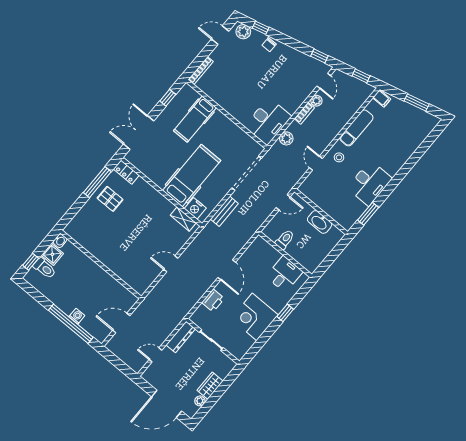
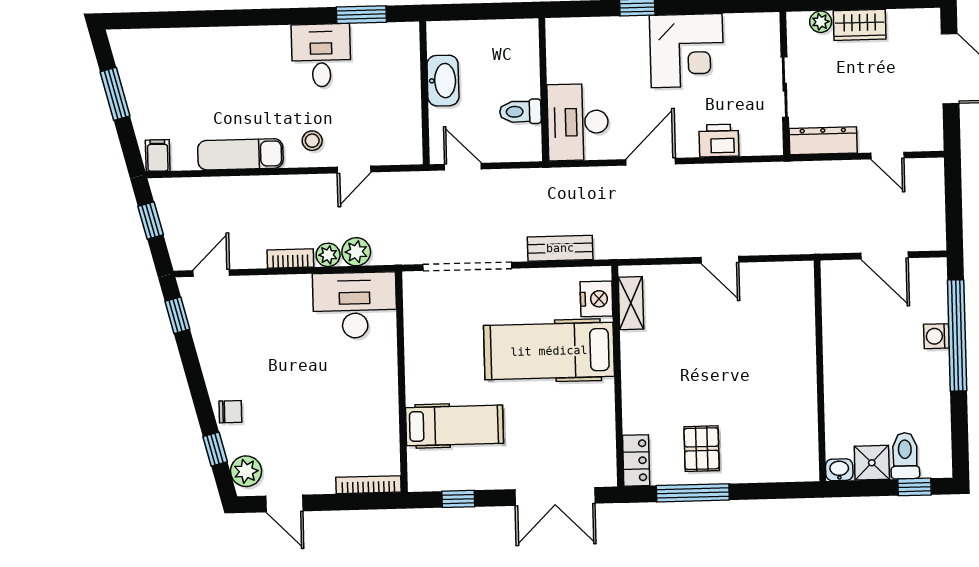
plant: (316, 101) -> (328, 255), moved
desk: (369, 183) -> (321, 55), width x0.73
desk: (284, 274) -> (578, 122), moved, width x1.37
plant: (200, 401) -> (821, 22), moved

